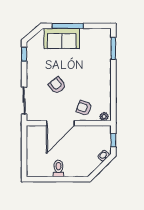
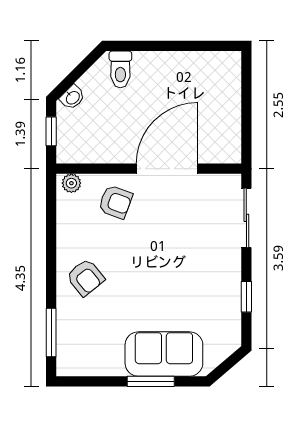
window: (68, 26) -> (151, 381), width x0.69
window: (24, 54) -> (246, 297), moved
armchair: (57, 85) -> (86, 277), moved
toilet: (58, 168) -> (120, 69), moved

